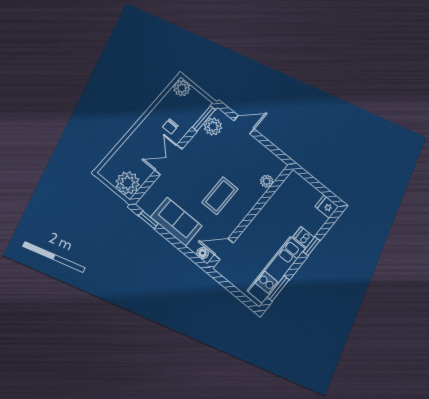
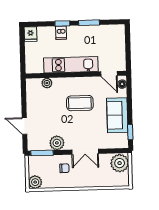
plant: (213, 126) -> (57, 143), moved
kitchen unit: (276, 270) -> (71, 65), moved, turned 180
window: (278, 288) -> (89, 23), moved

